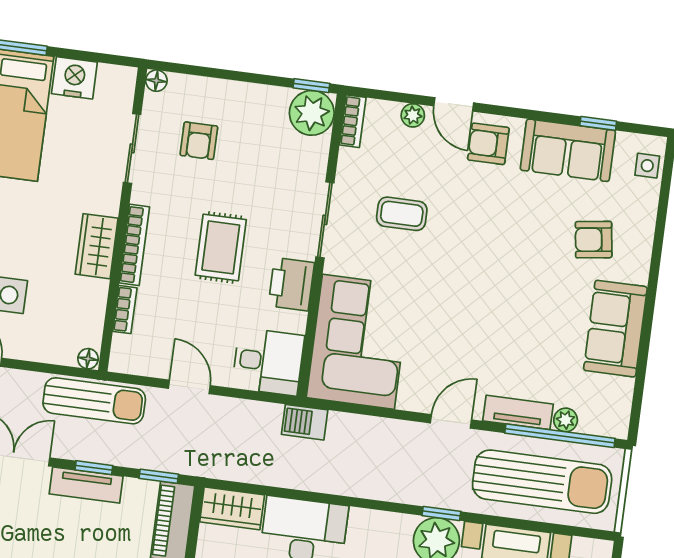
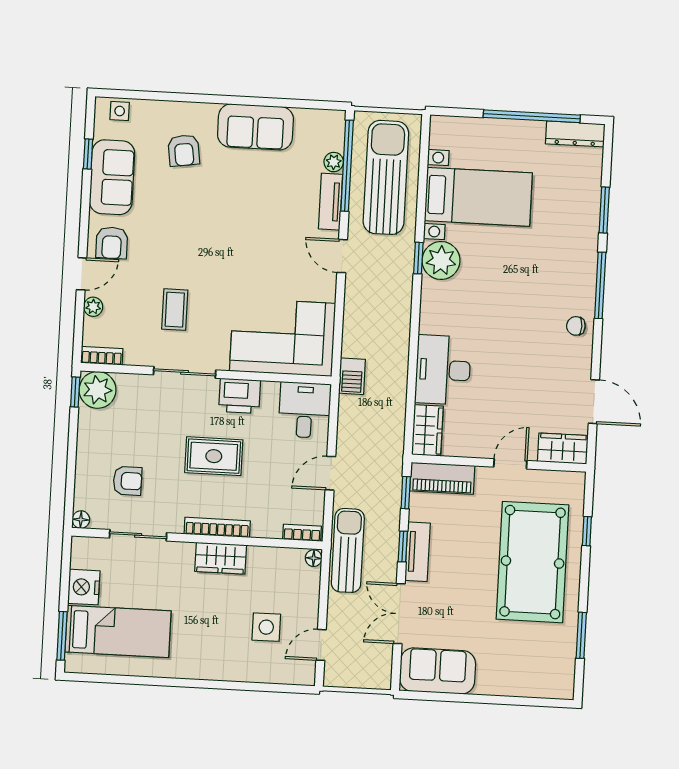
bookcase: (125, 310) -> (302, 533), moved

